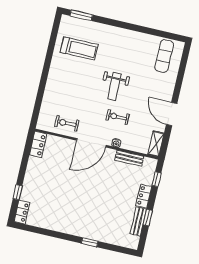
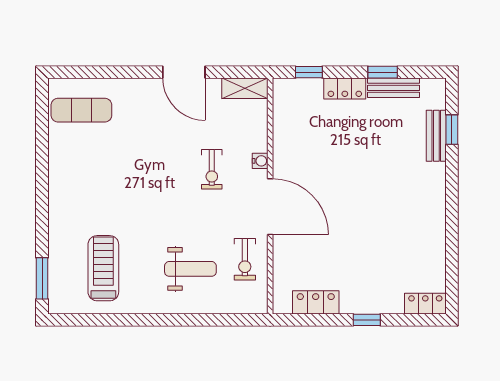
weight bench: (114, 86) -> (190, 269), moved
door: (172, 114) -> (184, 72), hinge flipped
locker: (38, 145) -> (316, 302), moved
bench: (129, 158) -> (436, 136), moved
window: (18, 192) -> (367, 320), moved
window: (90, 242) -> (452, 130), moved

